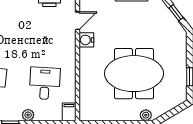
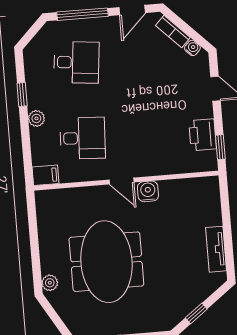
door: (78, 21) -> (122, 181), moved

